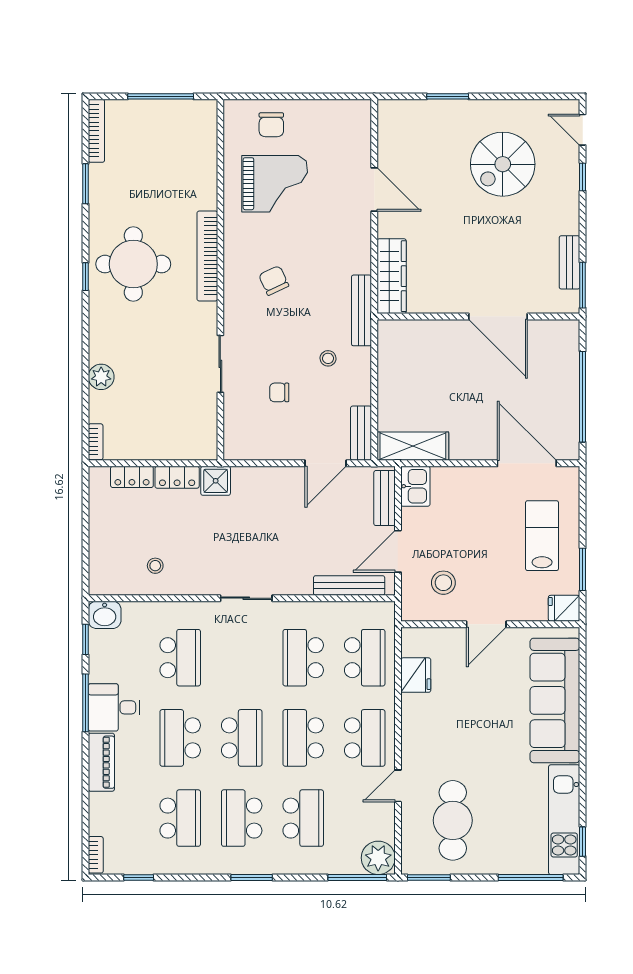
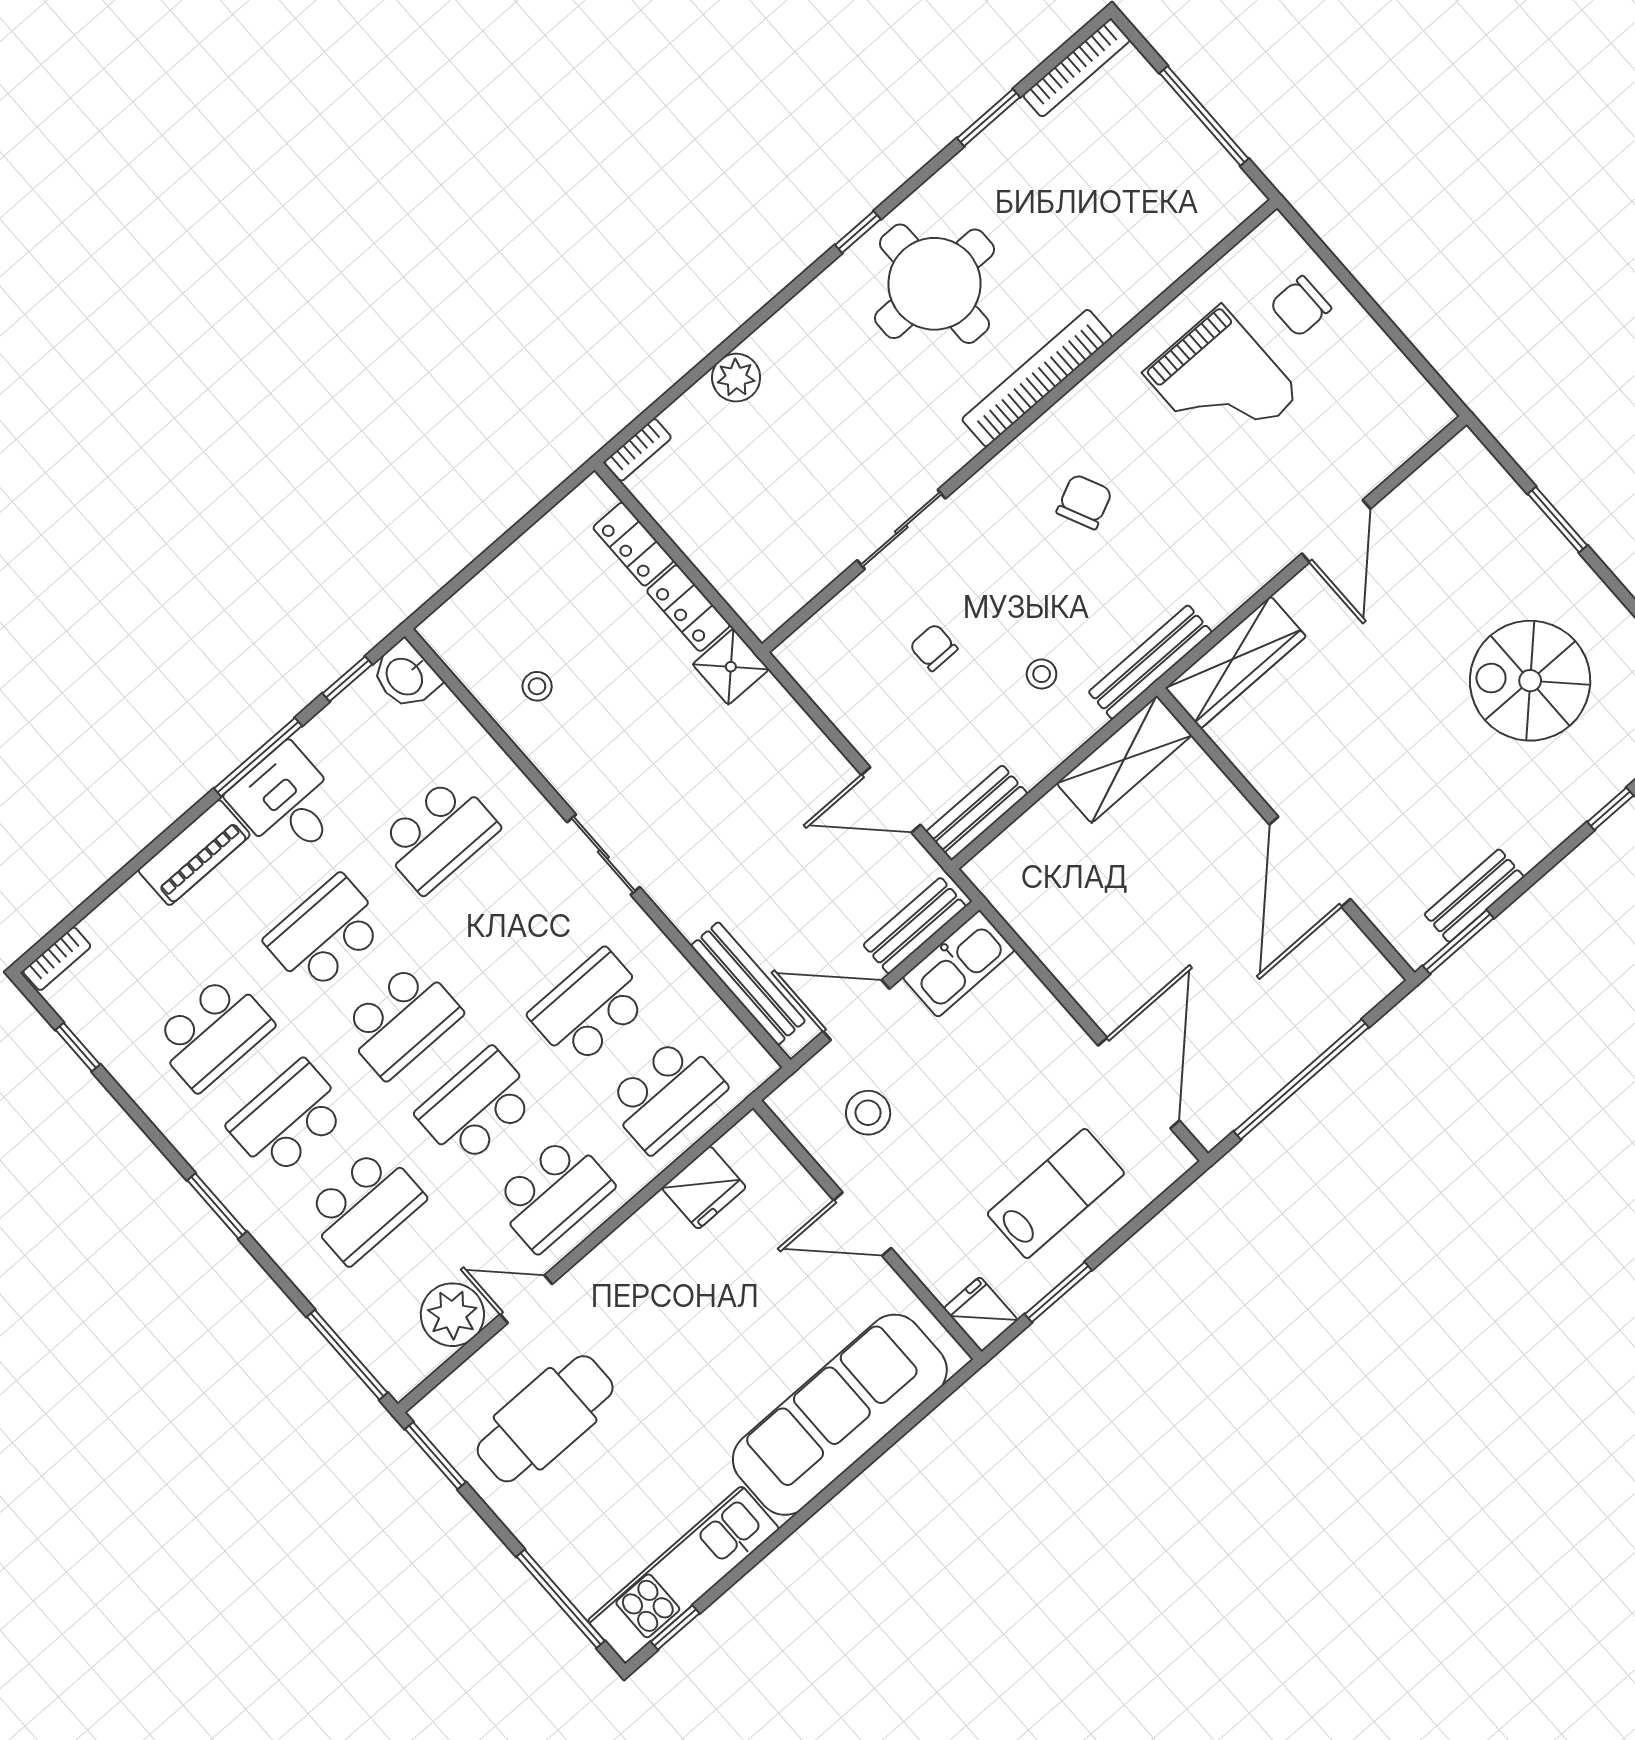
shelving: (413, 446) -> (1124, 759), moved, turned 90
kitchen sink: (415, 486) -> (959, 964), width x1.38
plant: (378, 858) -> (452, 1315), moved

